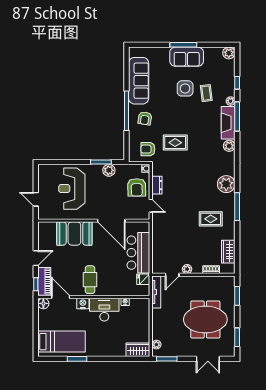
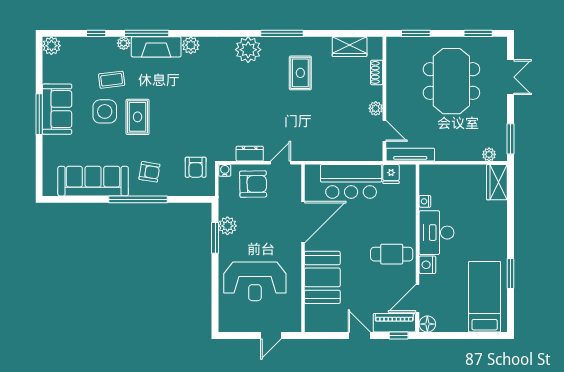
rug: (175, 143) -> (138, 117), moved

